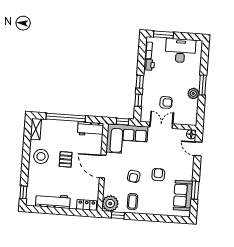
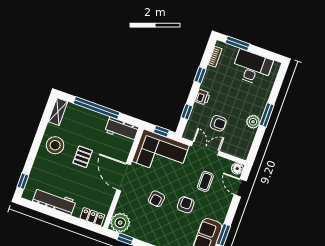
printer: (149, 65) -> (203, 97), moved
window: (140, 82) -> (200, 75), moved
coffee table: (132, 202) -> (205, 181), moved

